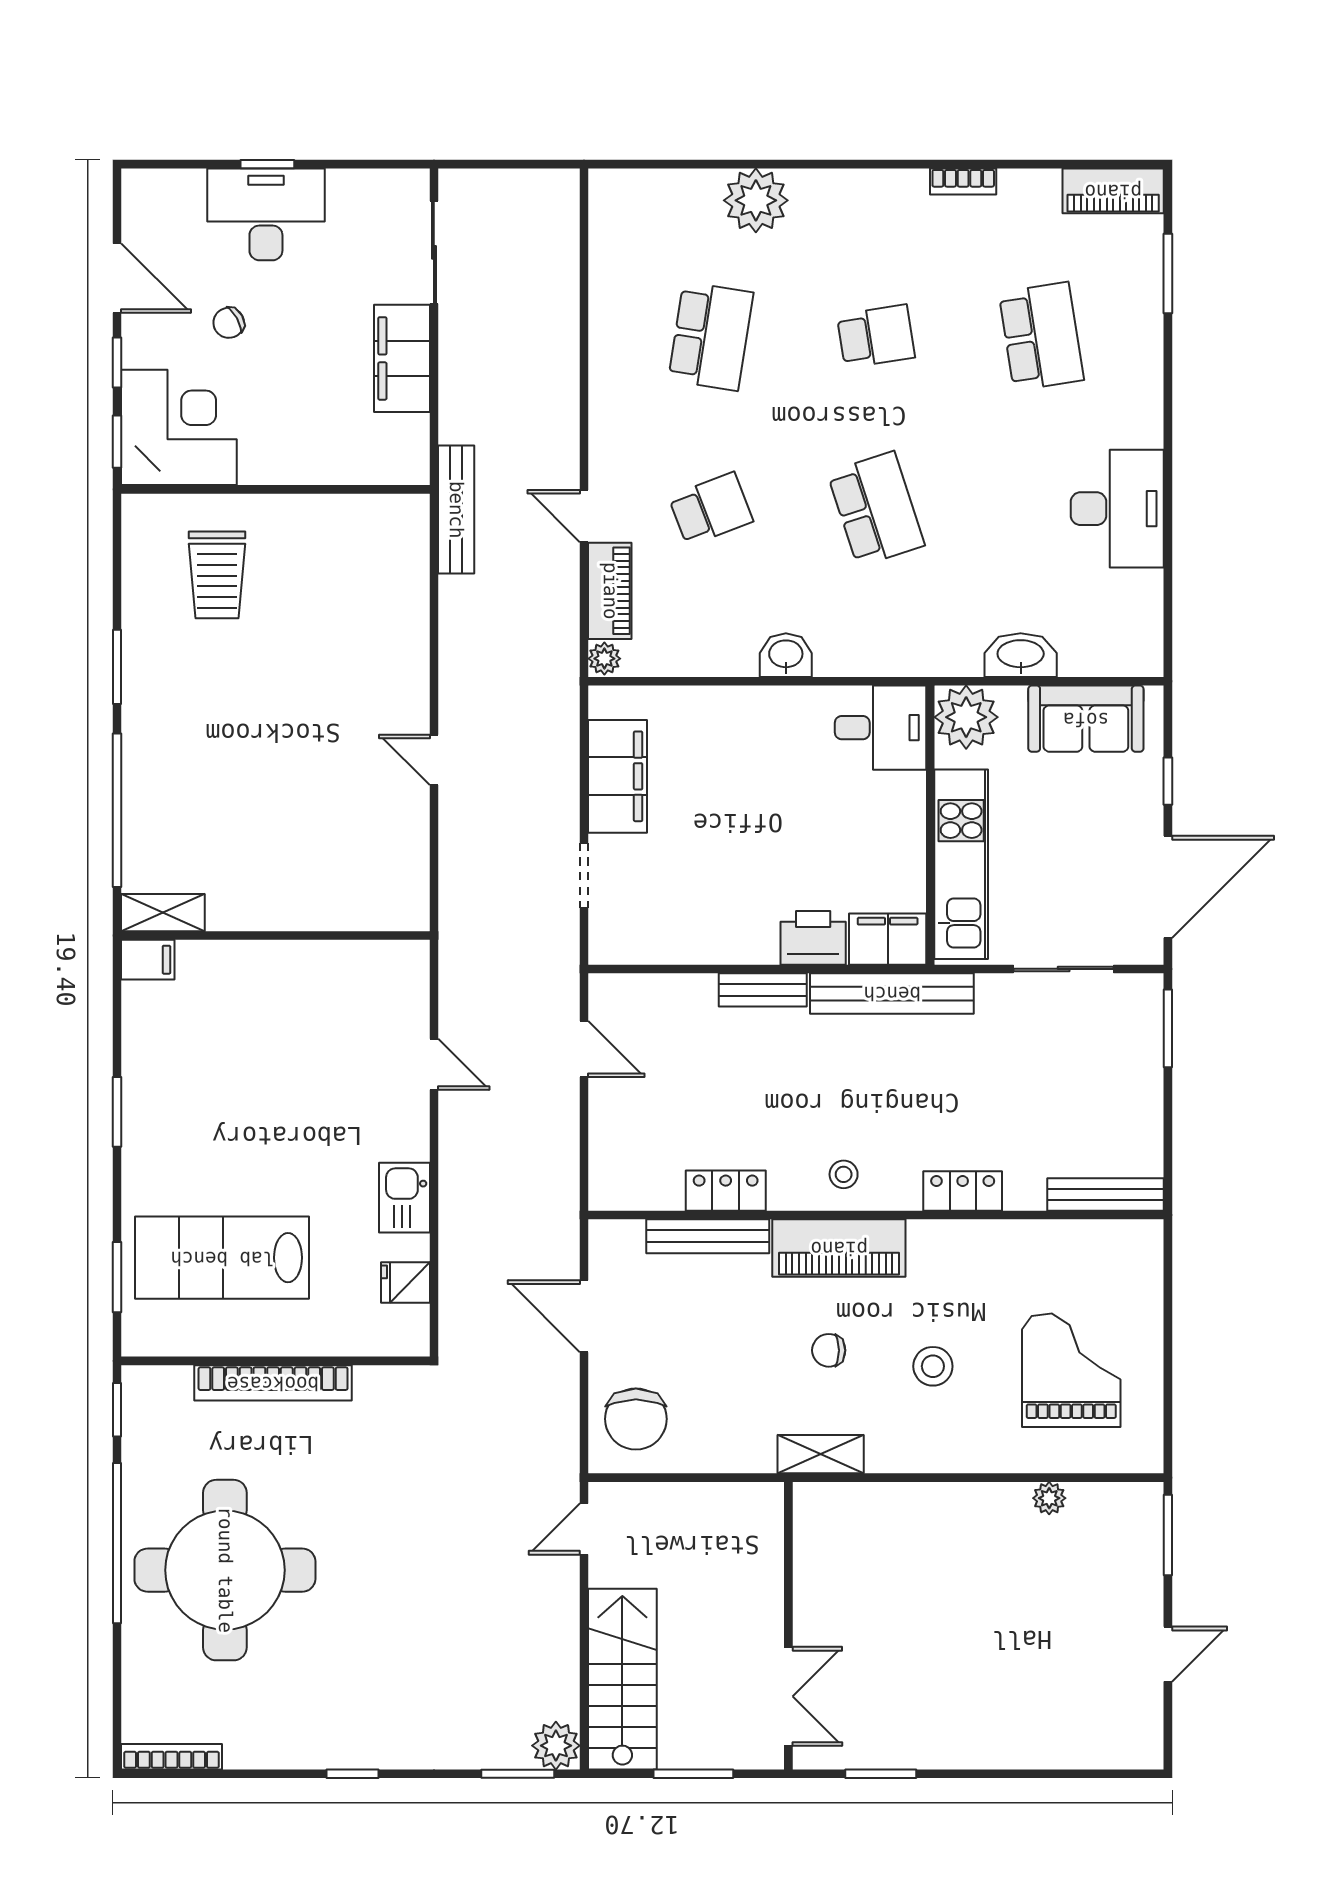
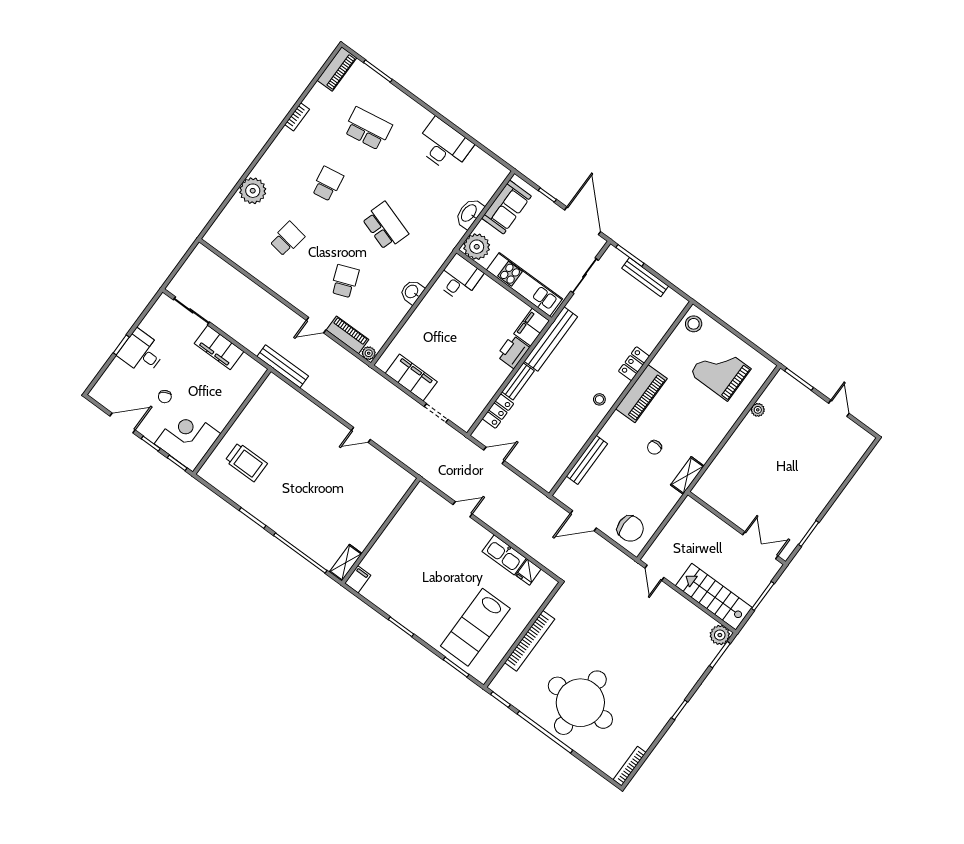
desk: (266, 214) -> (142, 352), width x0.73
school desk: (711, 336) -> (287, 239), width x0.54
school desk: (876, 509) -> (385, 226), turned 36
locker: (726, 1191) -> (498, 411), moved, turned 180
bench: (1105, 1194) -> (645, 277), moved, turned 90
kitchen sink: (404, 1198) -> (504, 555), width x1.38
piano: (839, 1248) -> (641, 394), moved
stool: (933, 1366) -> (694, 324), moved

